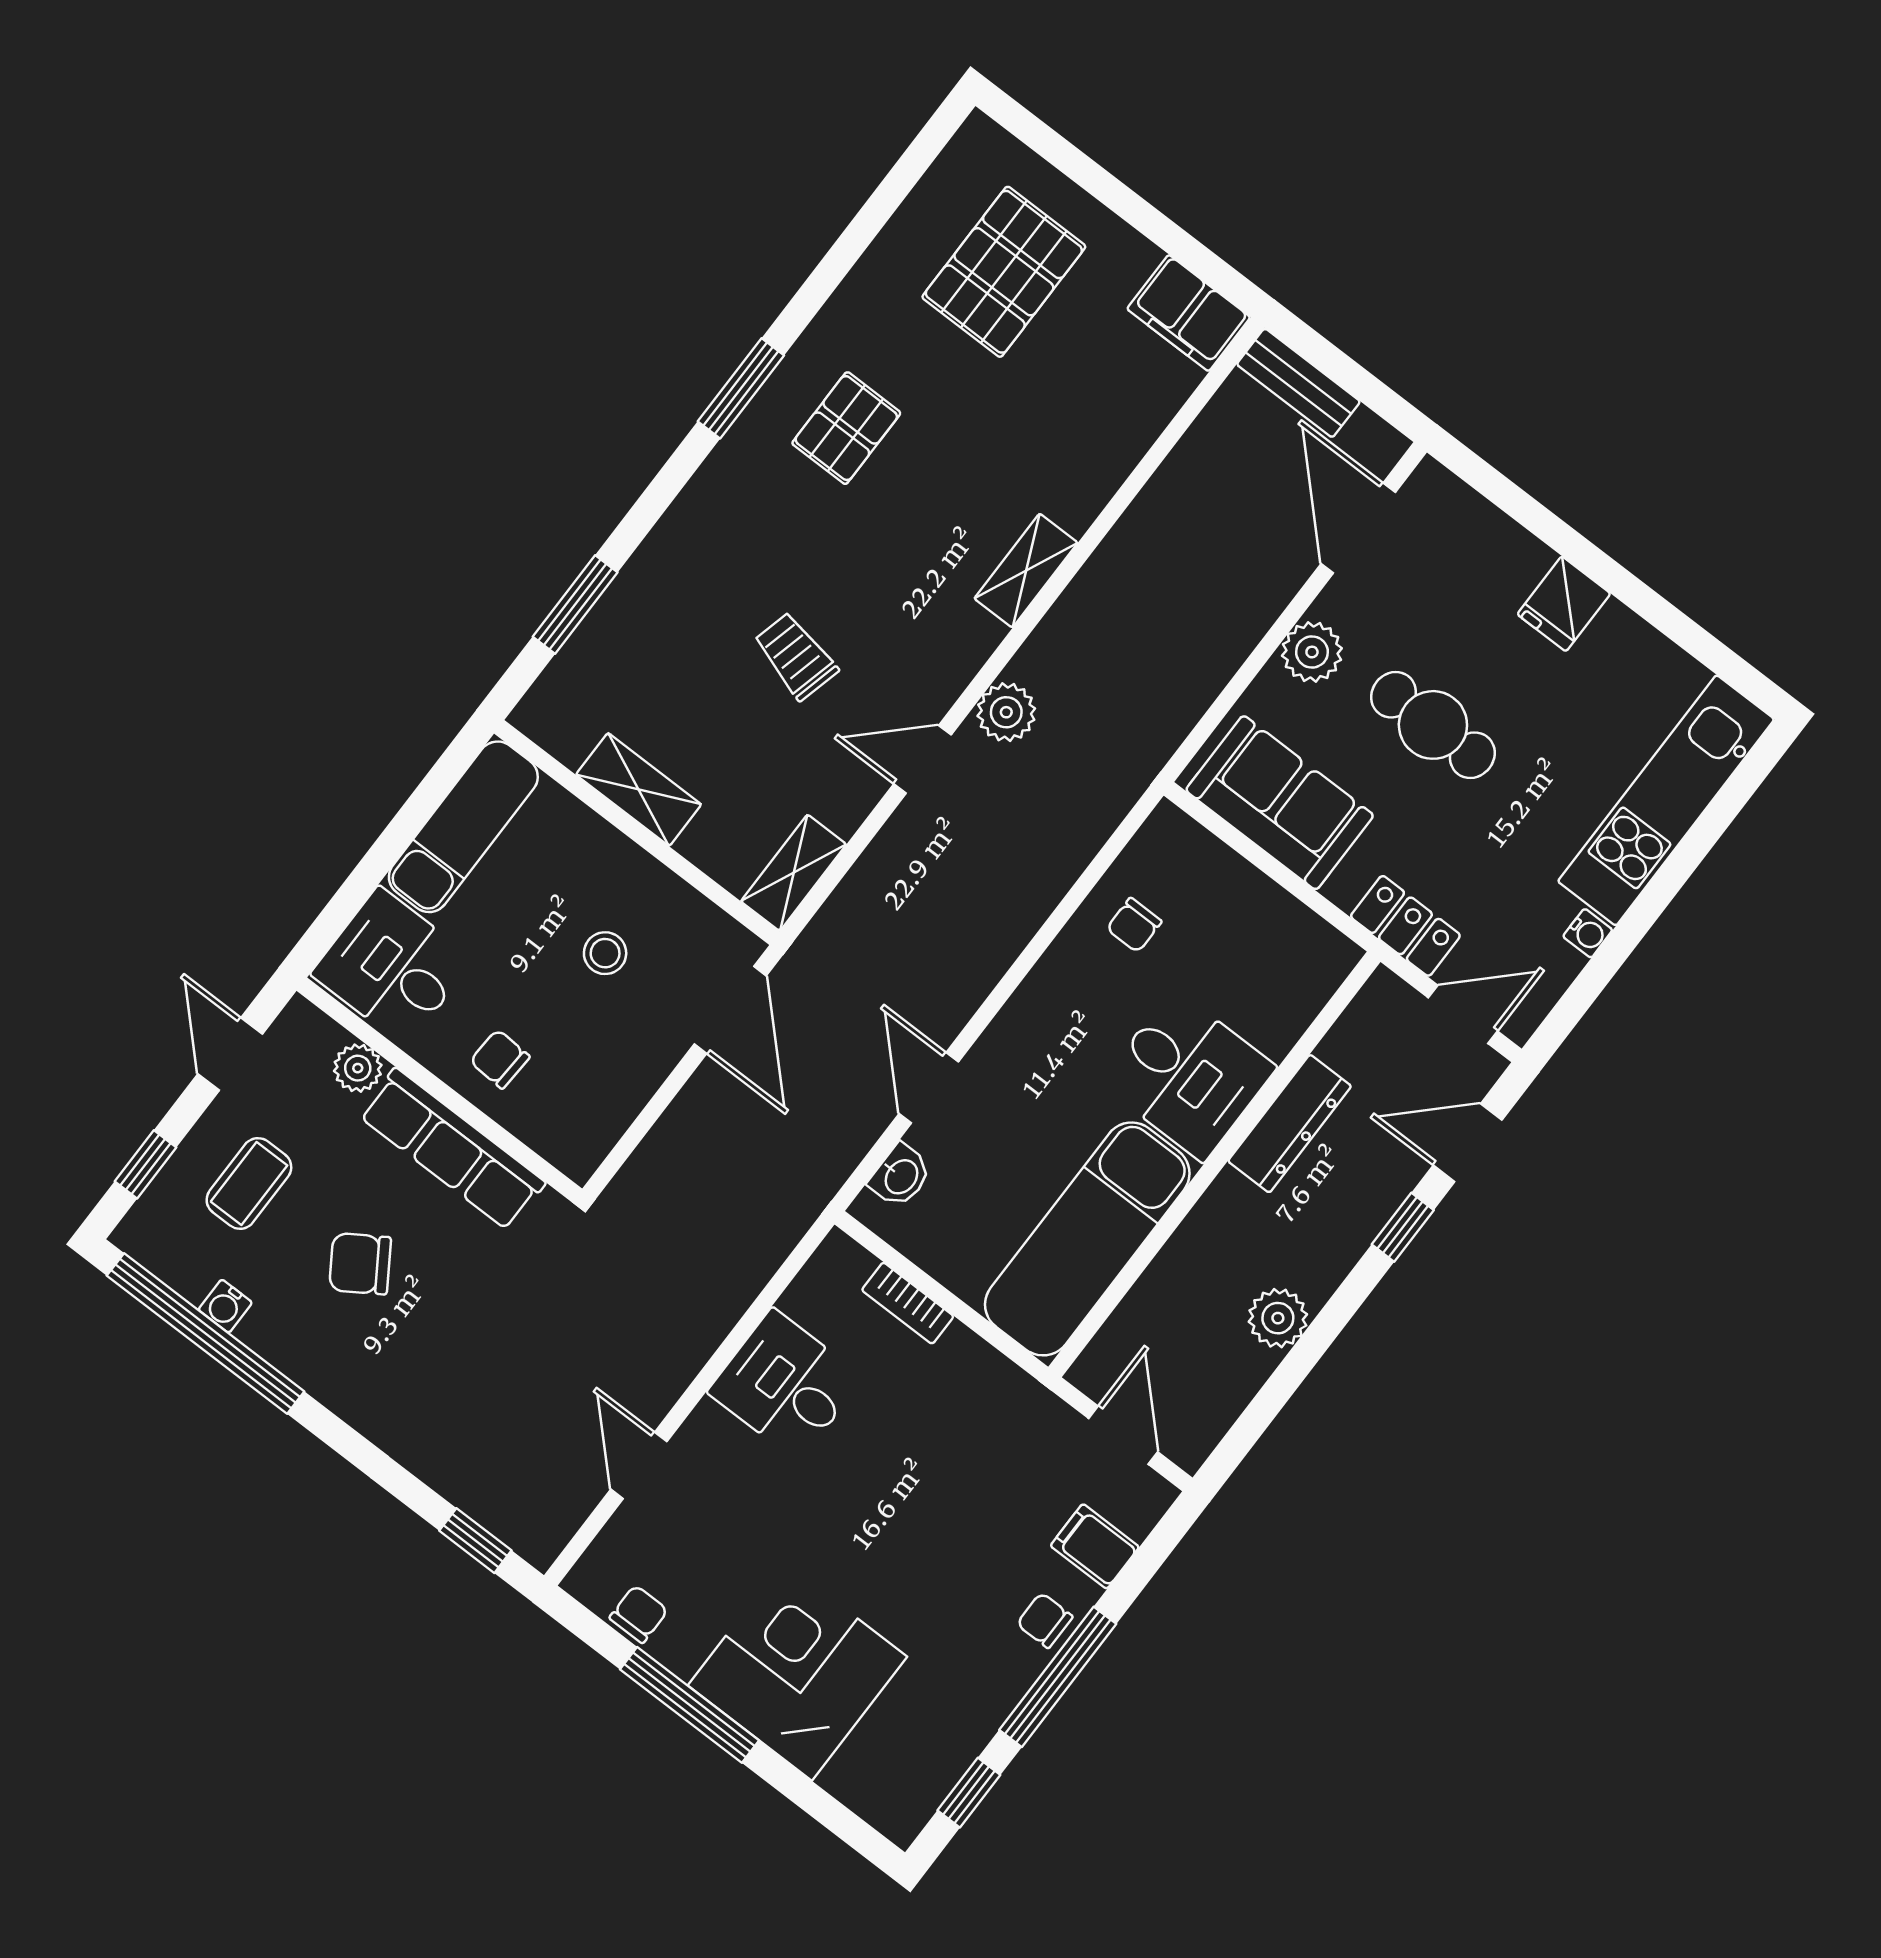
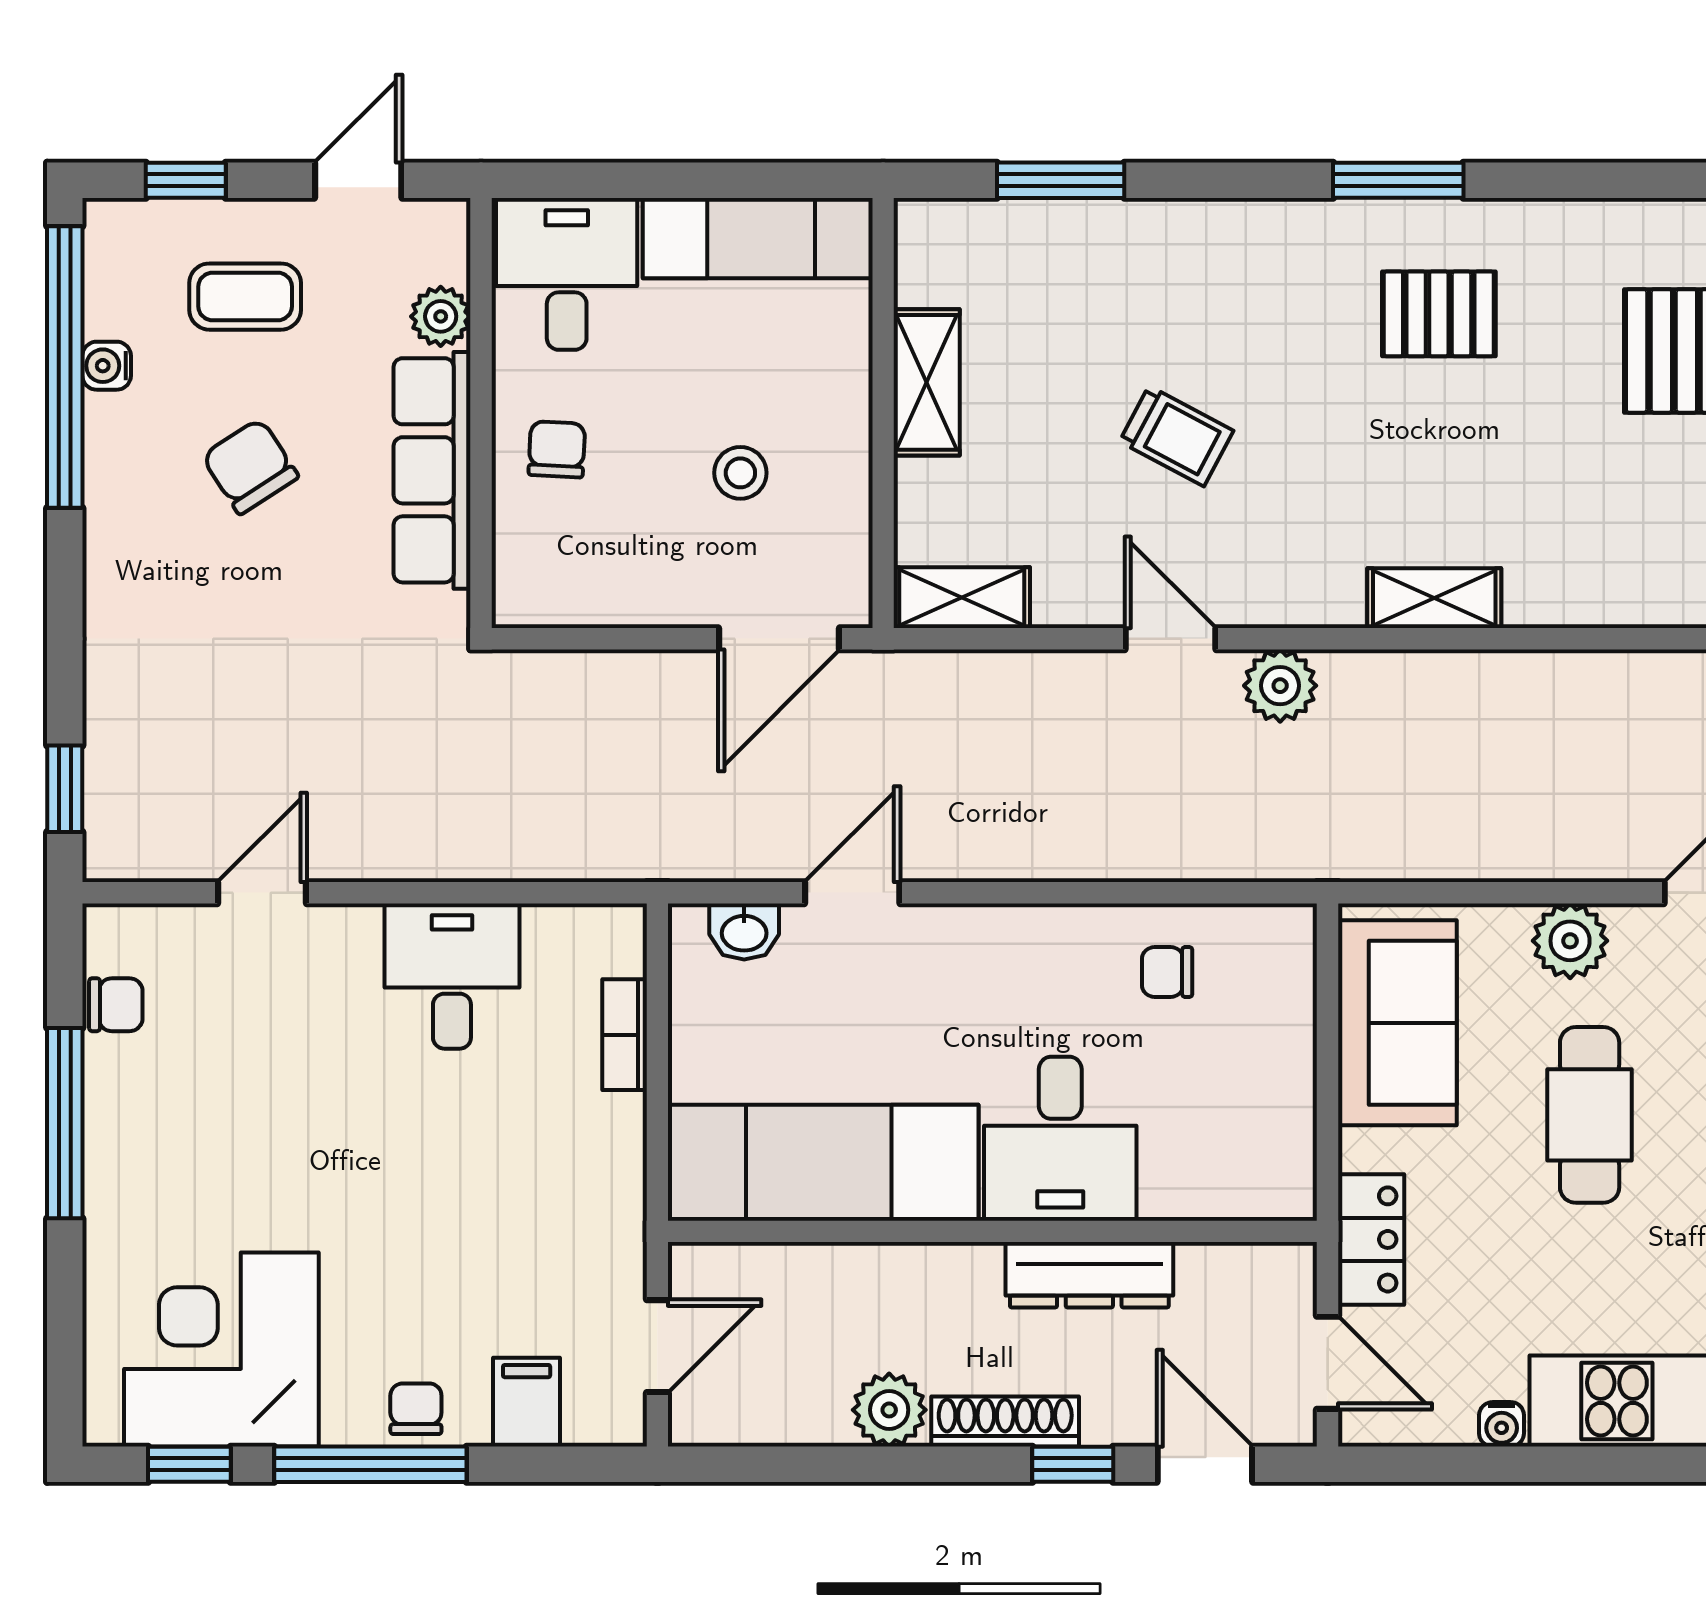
trolley: (796, 656) -> (1176, 436), turned 104
shoe rack: (1342, 1249) -> (1005, 1421), added
corner desk: (797, 1671) -> (221, 1349), moved, turned -90

